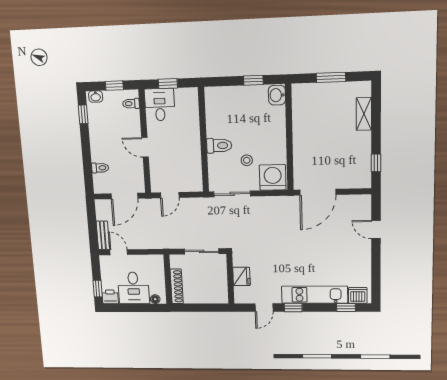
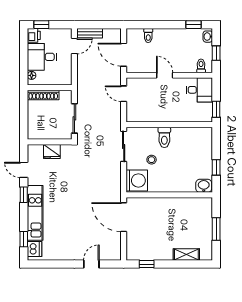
window: (168, 84) -> (216, 109), moved
door: (145, 147) -> (165, 75), hinge flipped

